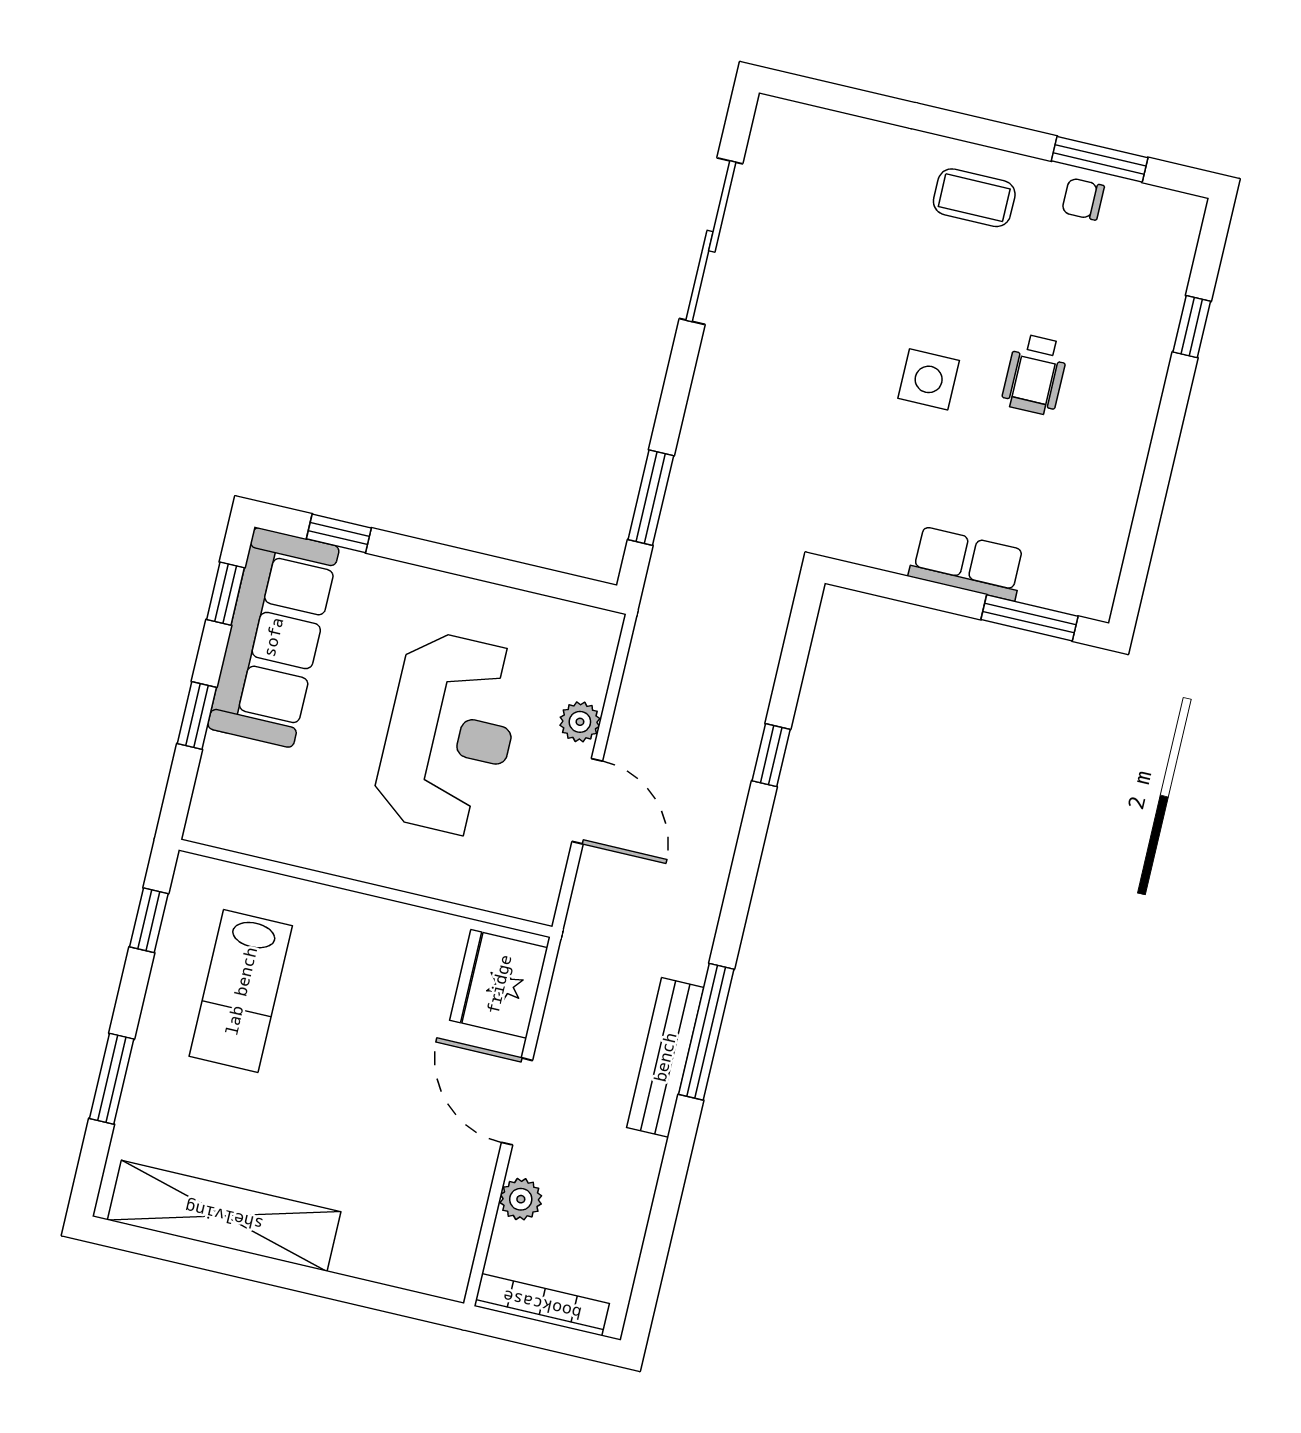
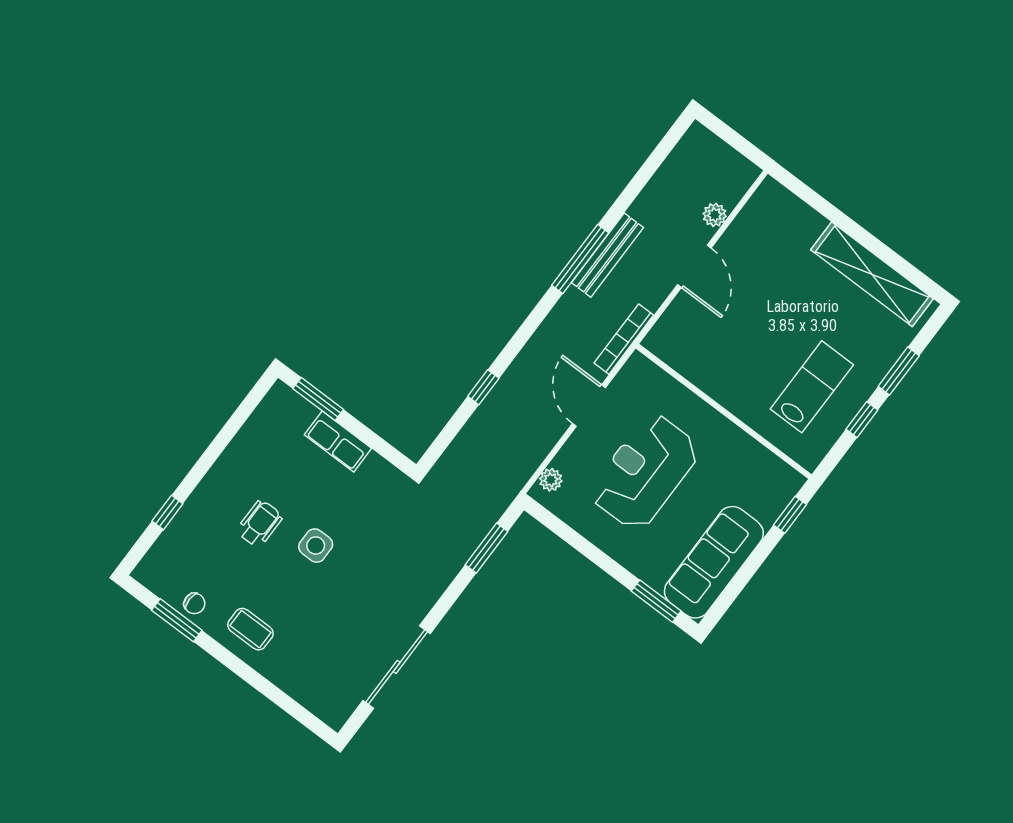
window: (339, 533) -> (656, 601), width x1.50
window: (225, 594) -> (729, 596), removed
window: (197, 716) -> (790, 515), moved
plant: (580, 722) -> (551, 480), moved
window: (149, 920) -> (862, 420), moved
fridge: (499, 984) -> (677, 331), removed
bookcase: (542, 1305) -> (624, 339), moved, turned 90

